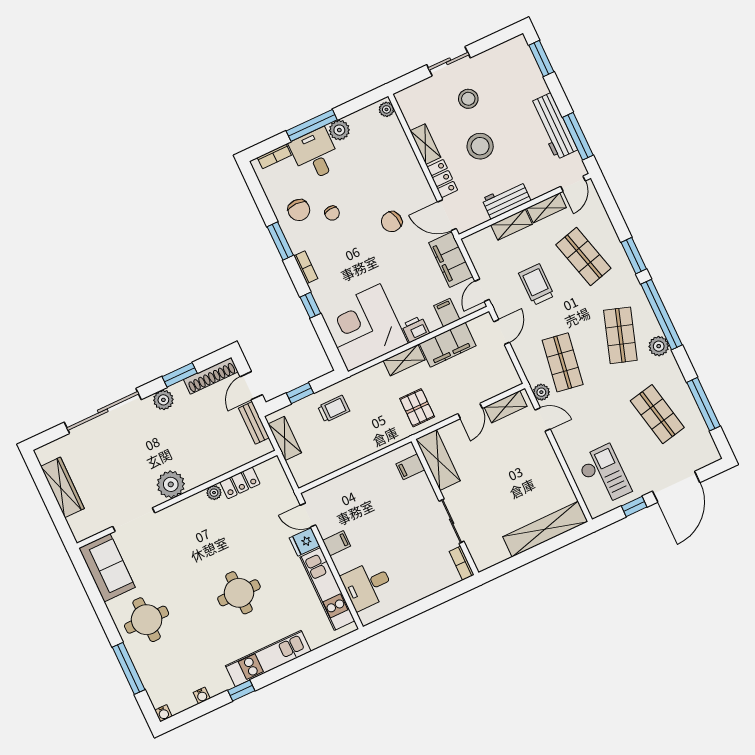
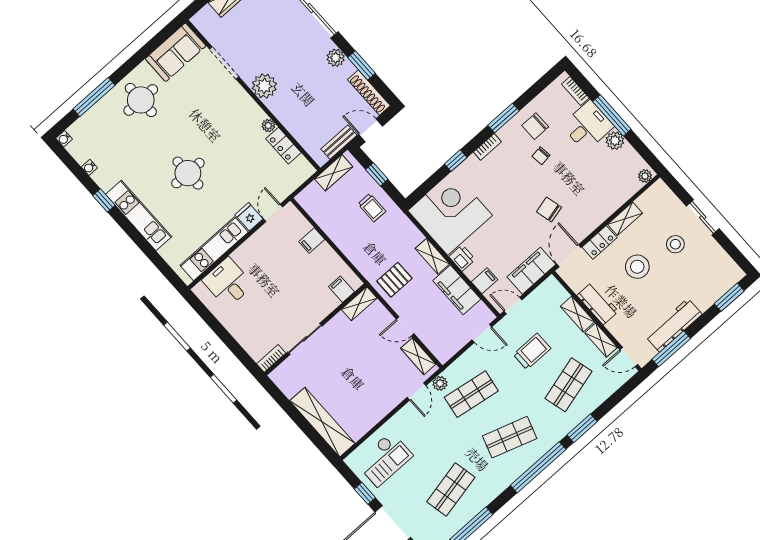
plant: (659, 346) -> (510, 473), removed
shelving: (438, 460) -> (359, 304), width x0.67, depth x0.75
filing cabinet: (337, 543) -> (312, 241), moved, turned 90

